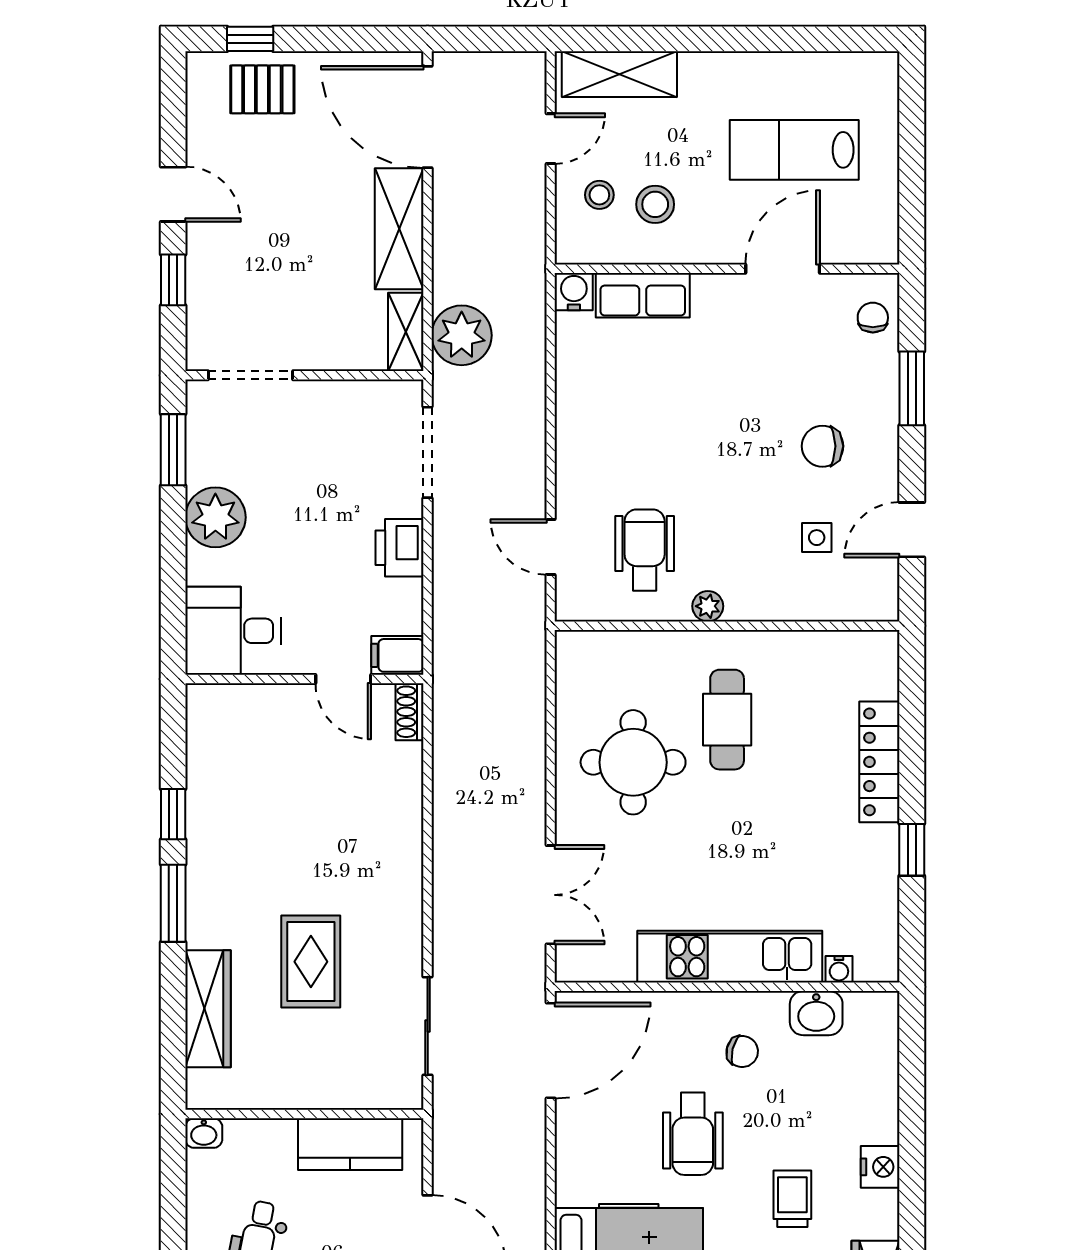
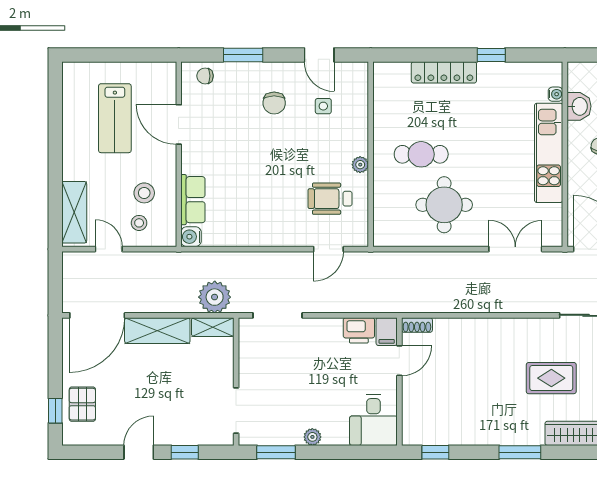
plant: (215, 517) -> (312, 437), width x0.53, depth x0.53
printer: (400, 548) -> (359, 330), moved
window: (173, 814) -> (435, 452), moved

